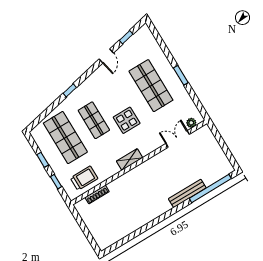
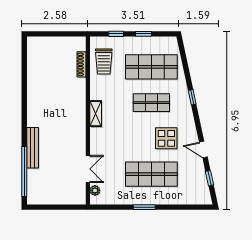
display table: (127, 120) -> (166, 138), moved

